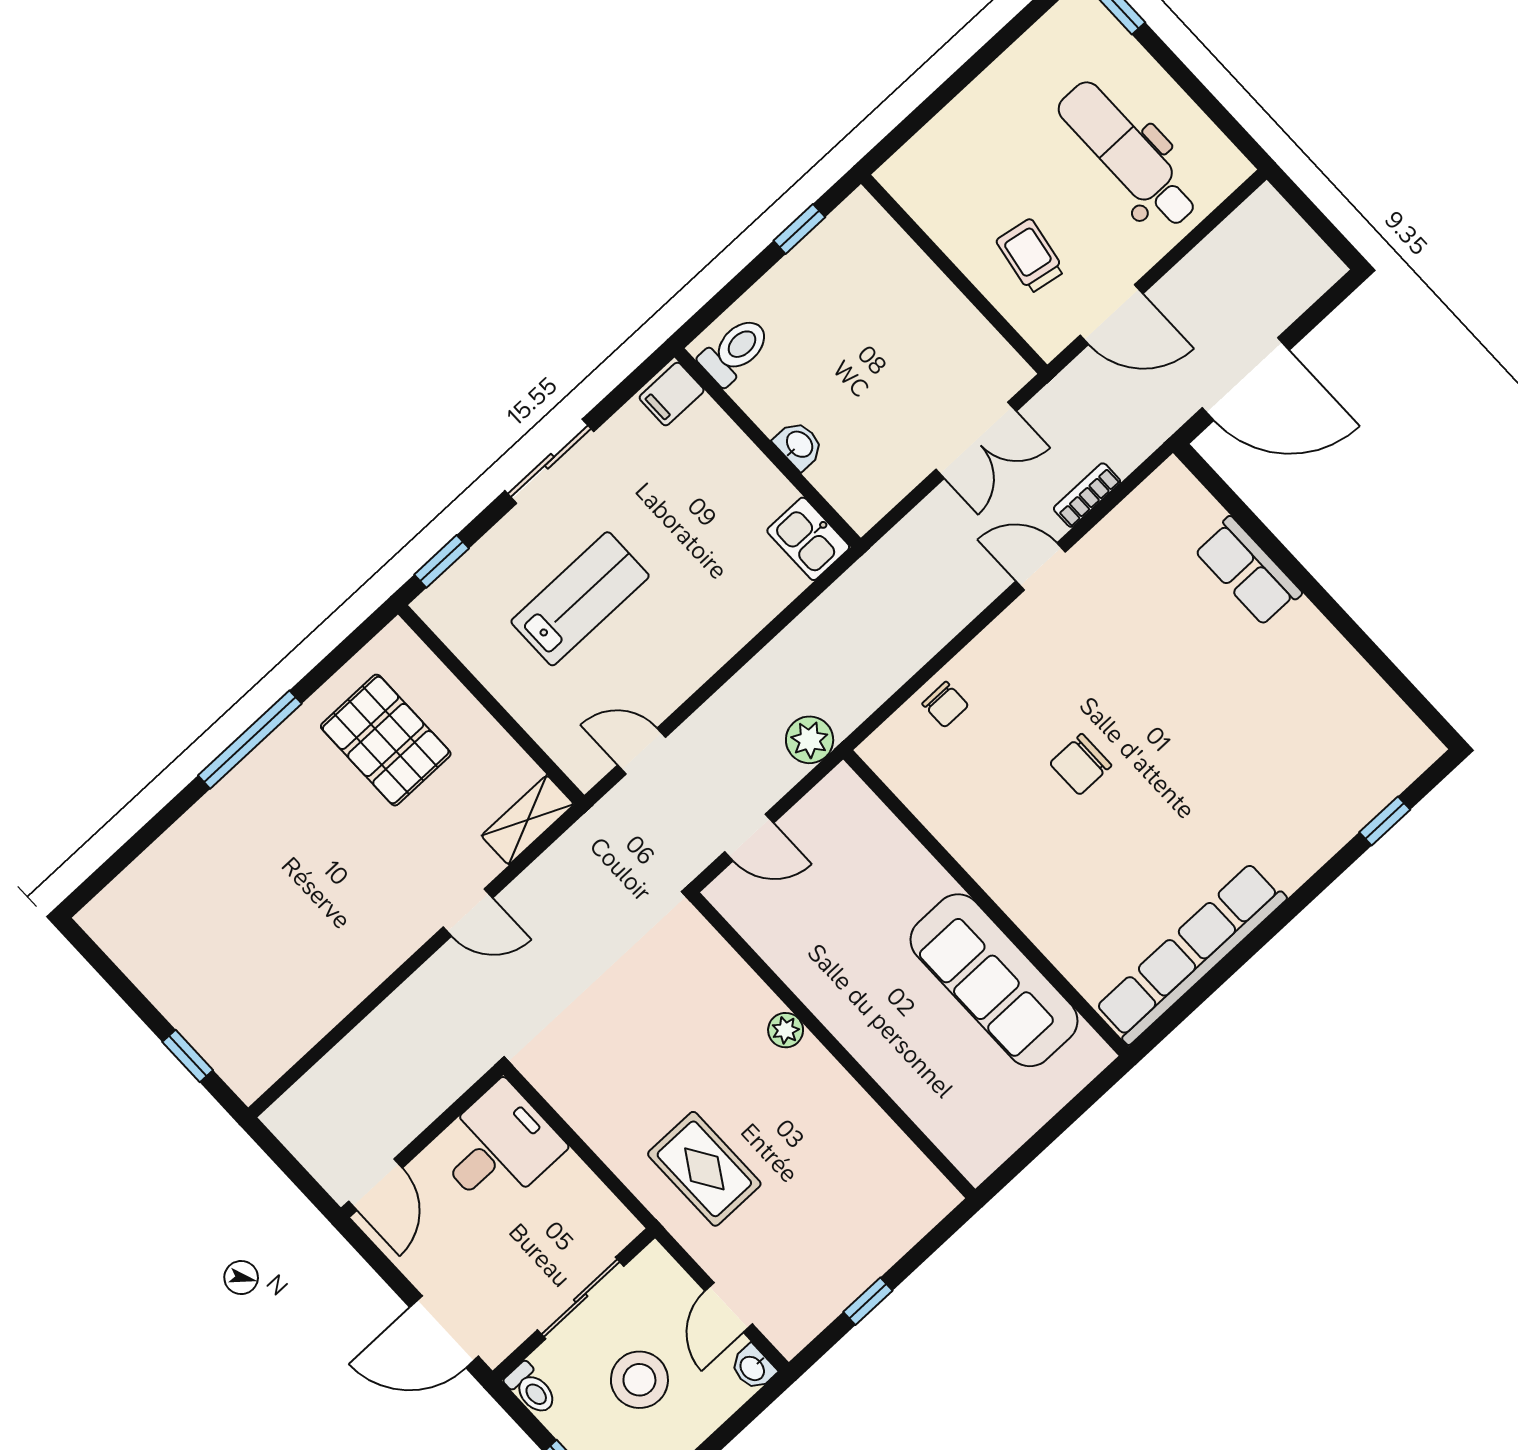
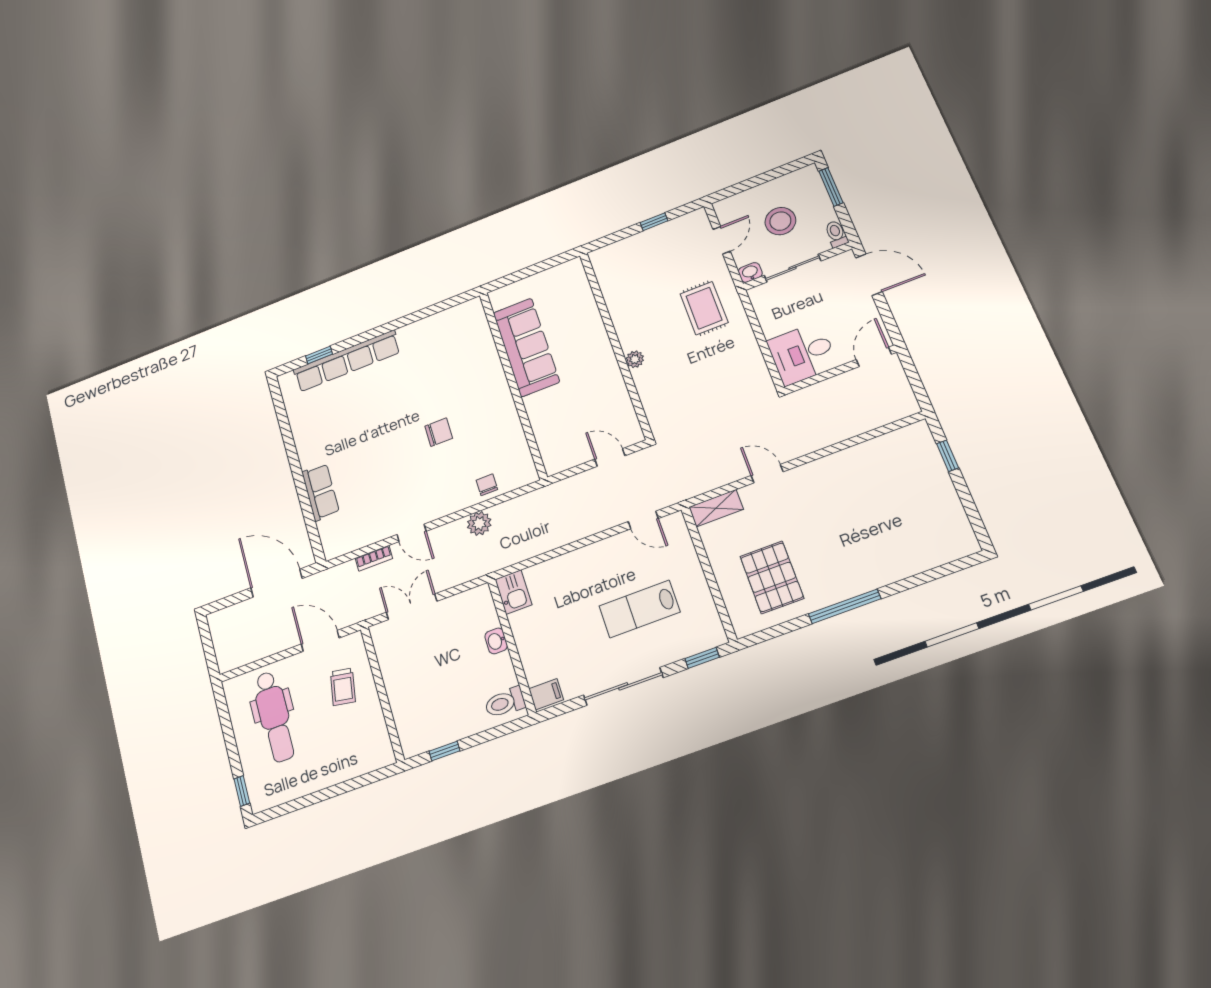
sliding door: (549, 461) -> (623, 686), width x1.37
plant: (810, 740) -> (479, 523), moved
row of seats: (1191, 953) -> (347, 361), moved
washbasin: (753, 1368) -> (750, 272), moved, turned -90

